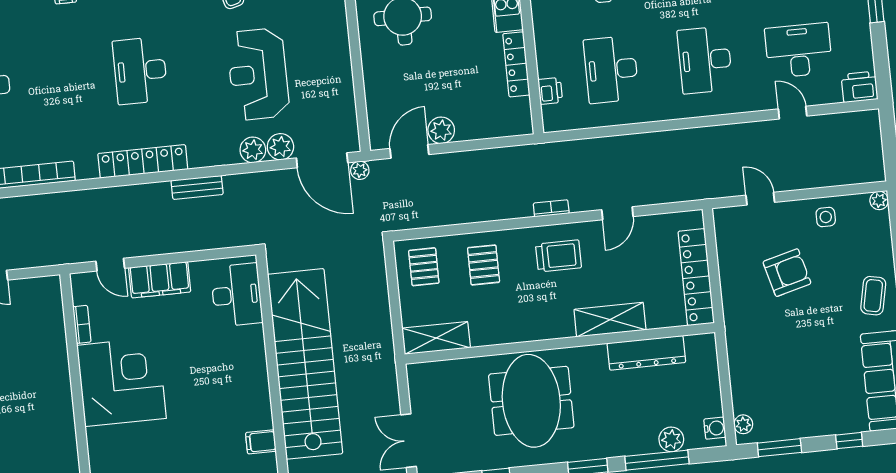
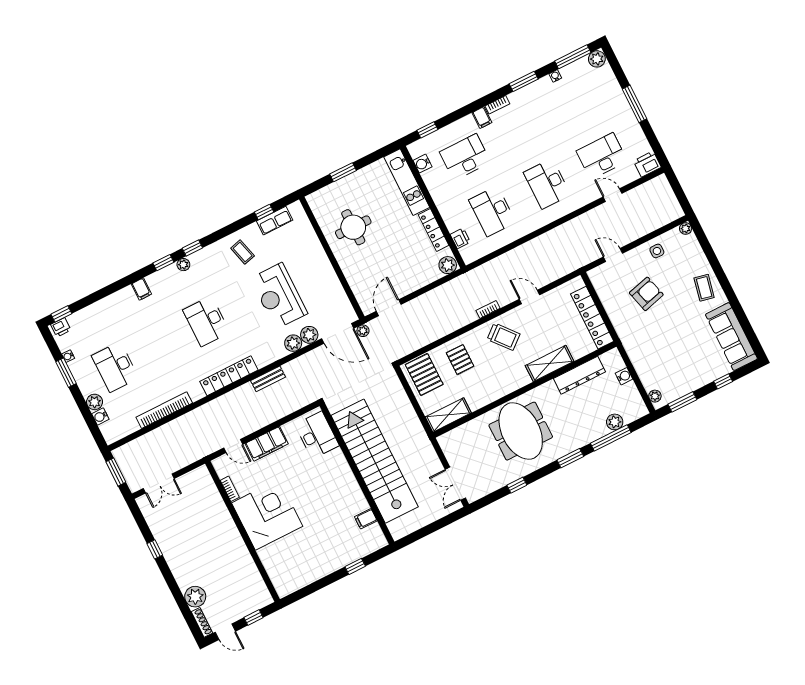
plant: (441, 130) -> (448, 265), moved
door: (617, 213) -> (529, 297), swing flipped
trolley: (559, 256) -> (504, 337), turned 50
pallet: (424, 267) -> (424, 375), width x1.50, depth x1.42
water cooler: (715, 428) -> (624, 376), moved

